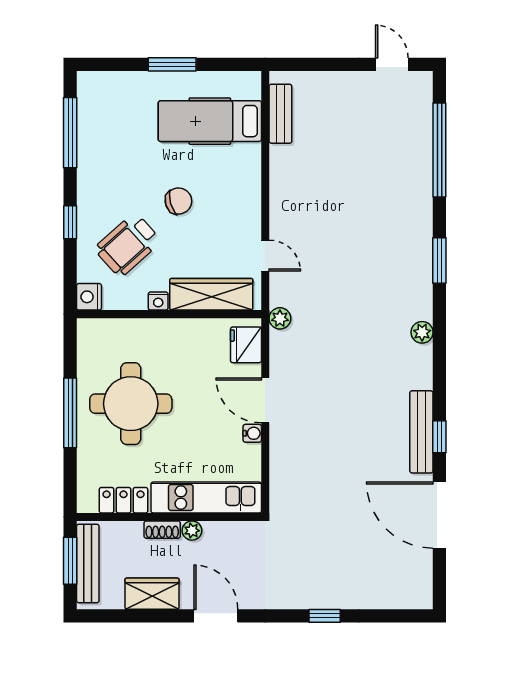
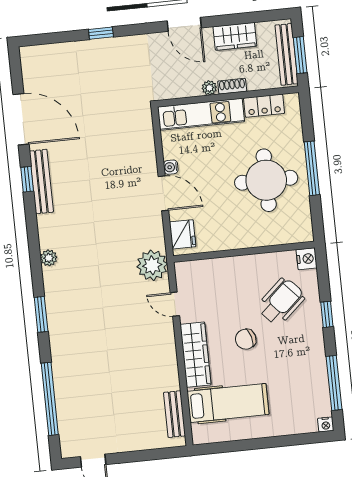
window: (172, 64) -> (261, 443), removed
wardrobe: (211, 294) -> (195, 355), moved, turned -90
nightstand: (158, 301) -> (326, 424), moved, turned 180
plant: (280, 318) -> (152, 265), width x1.87, depth x1.87

